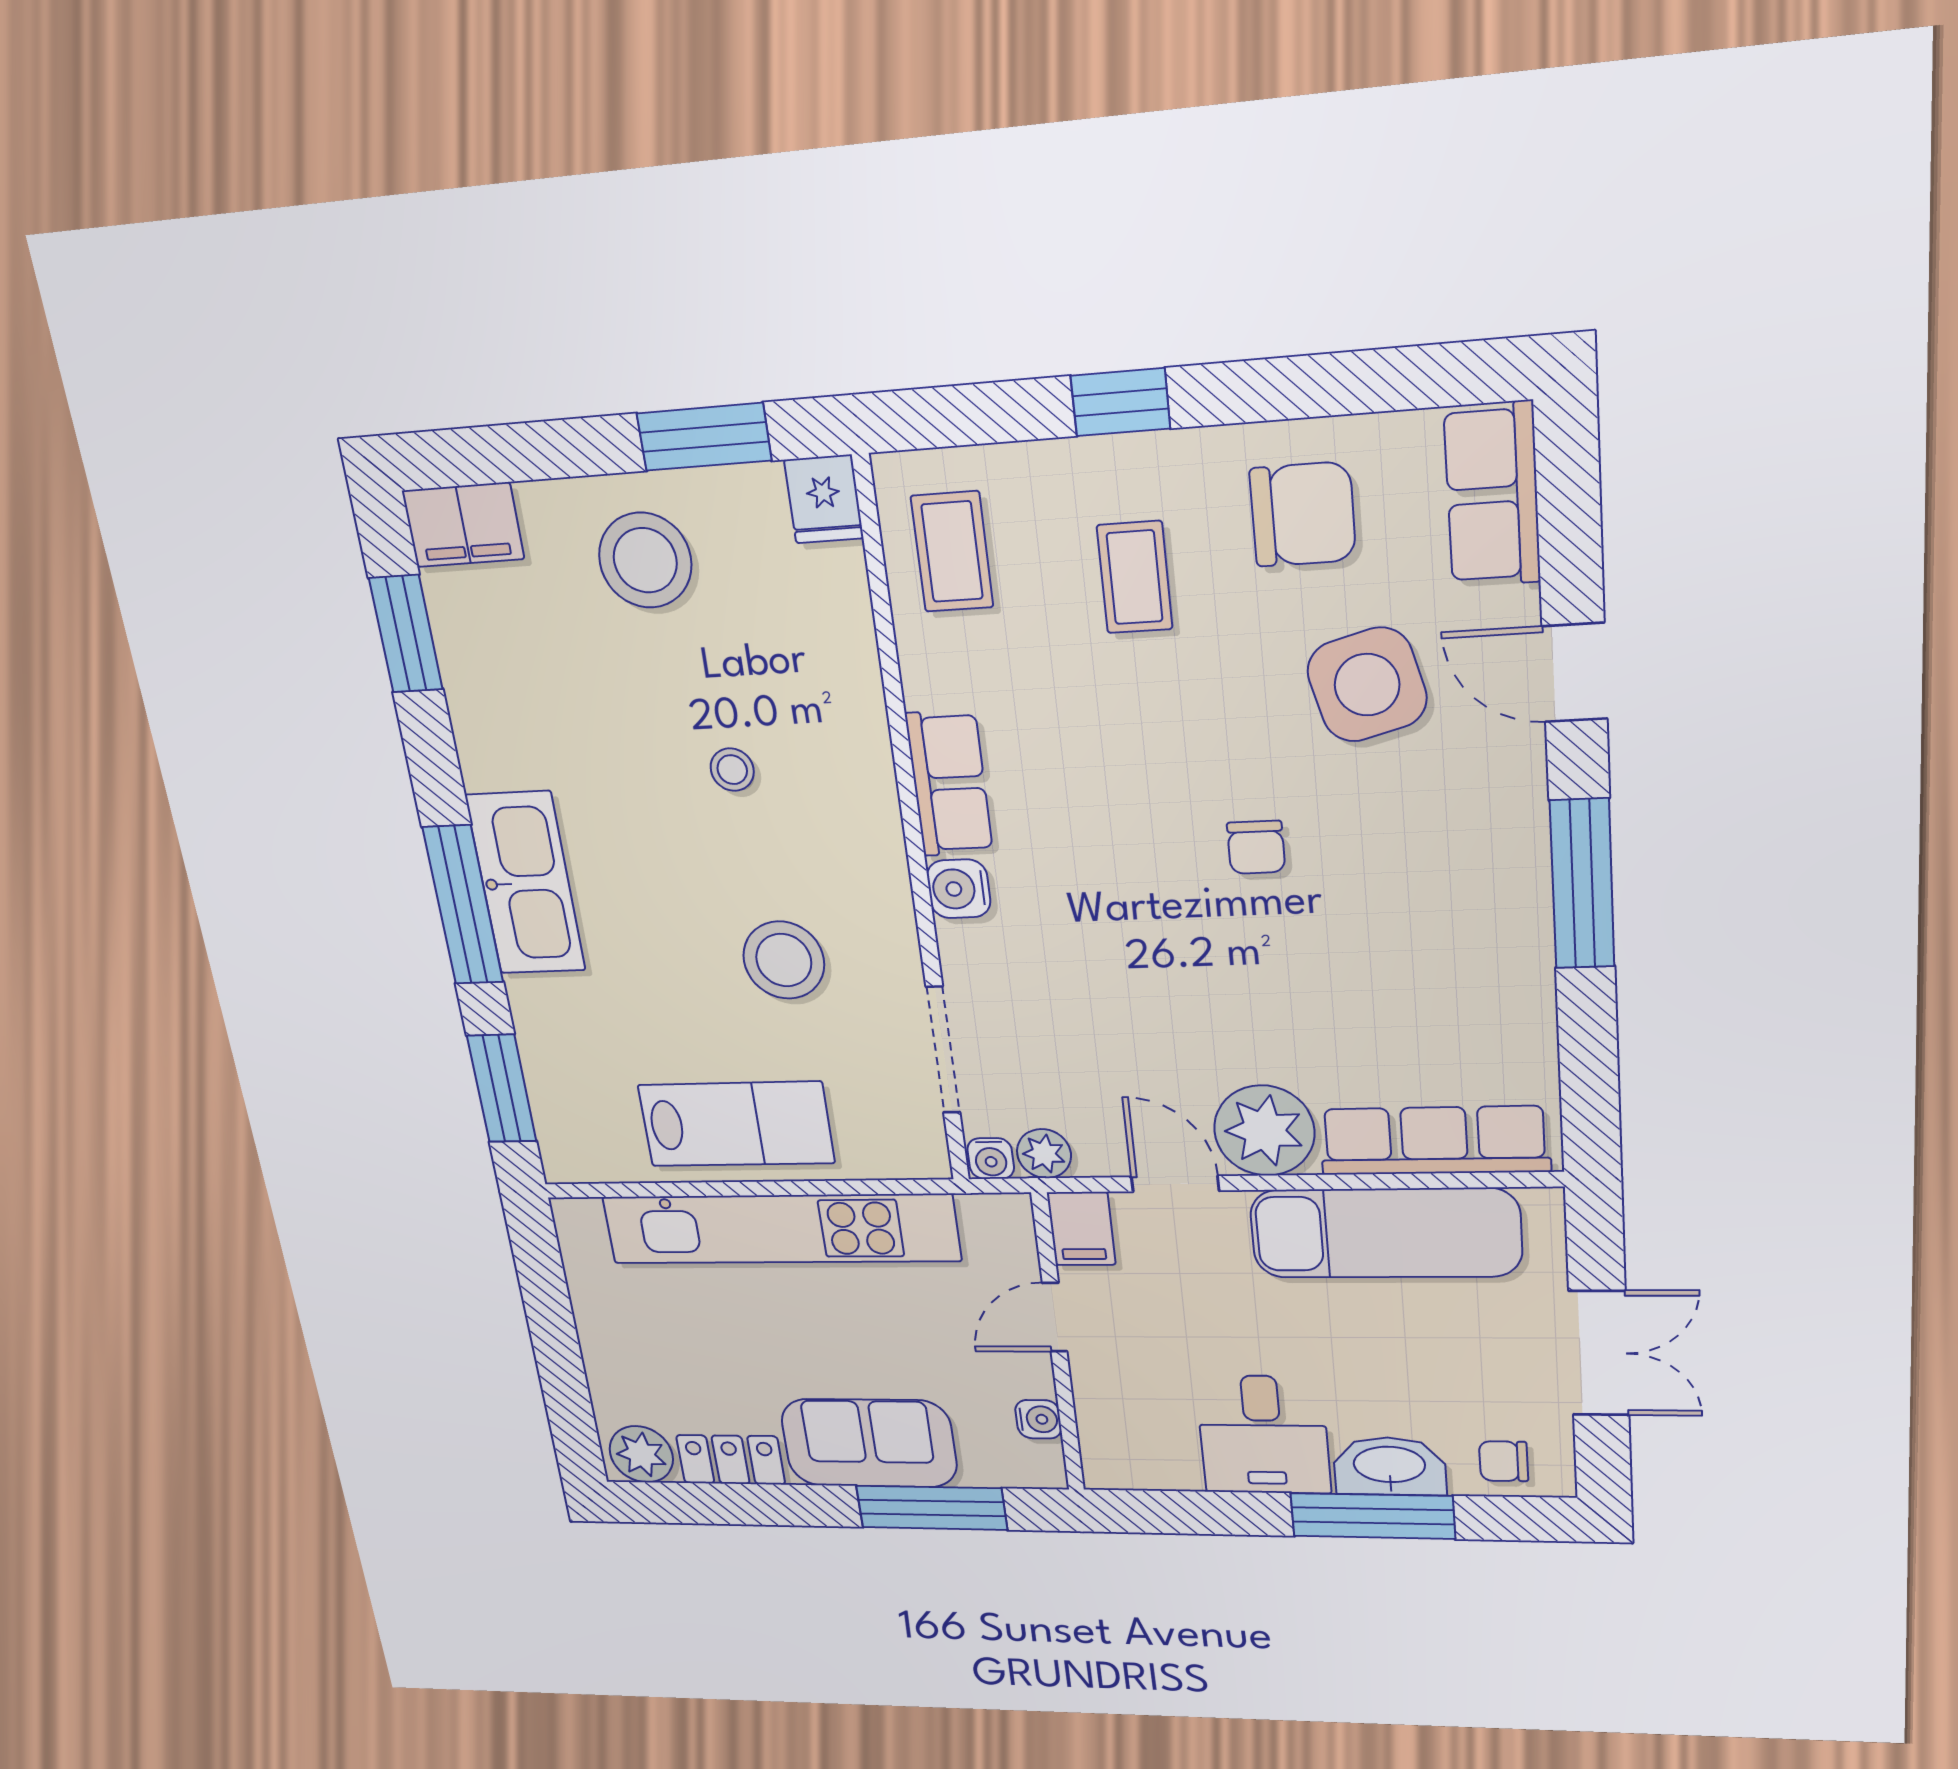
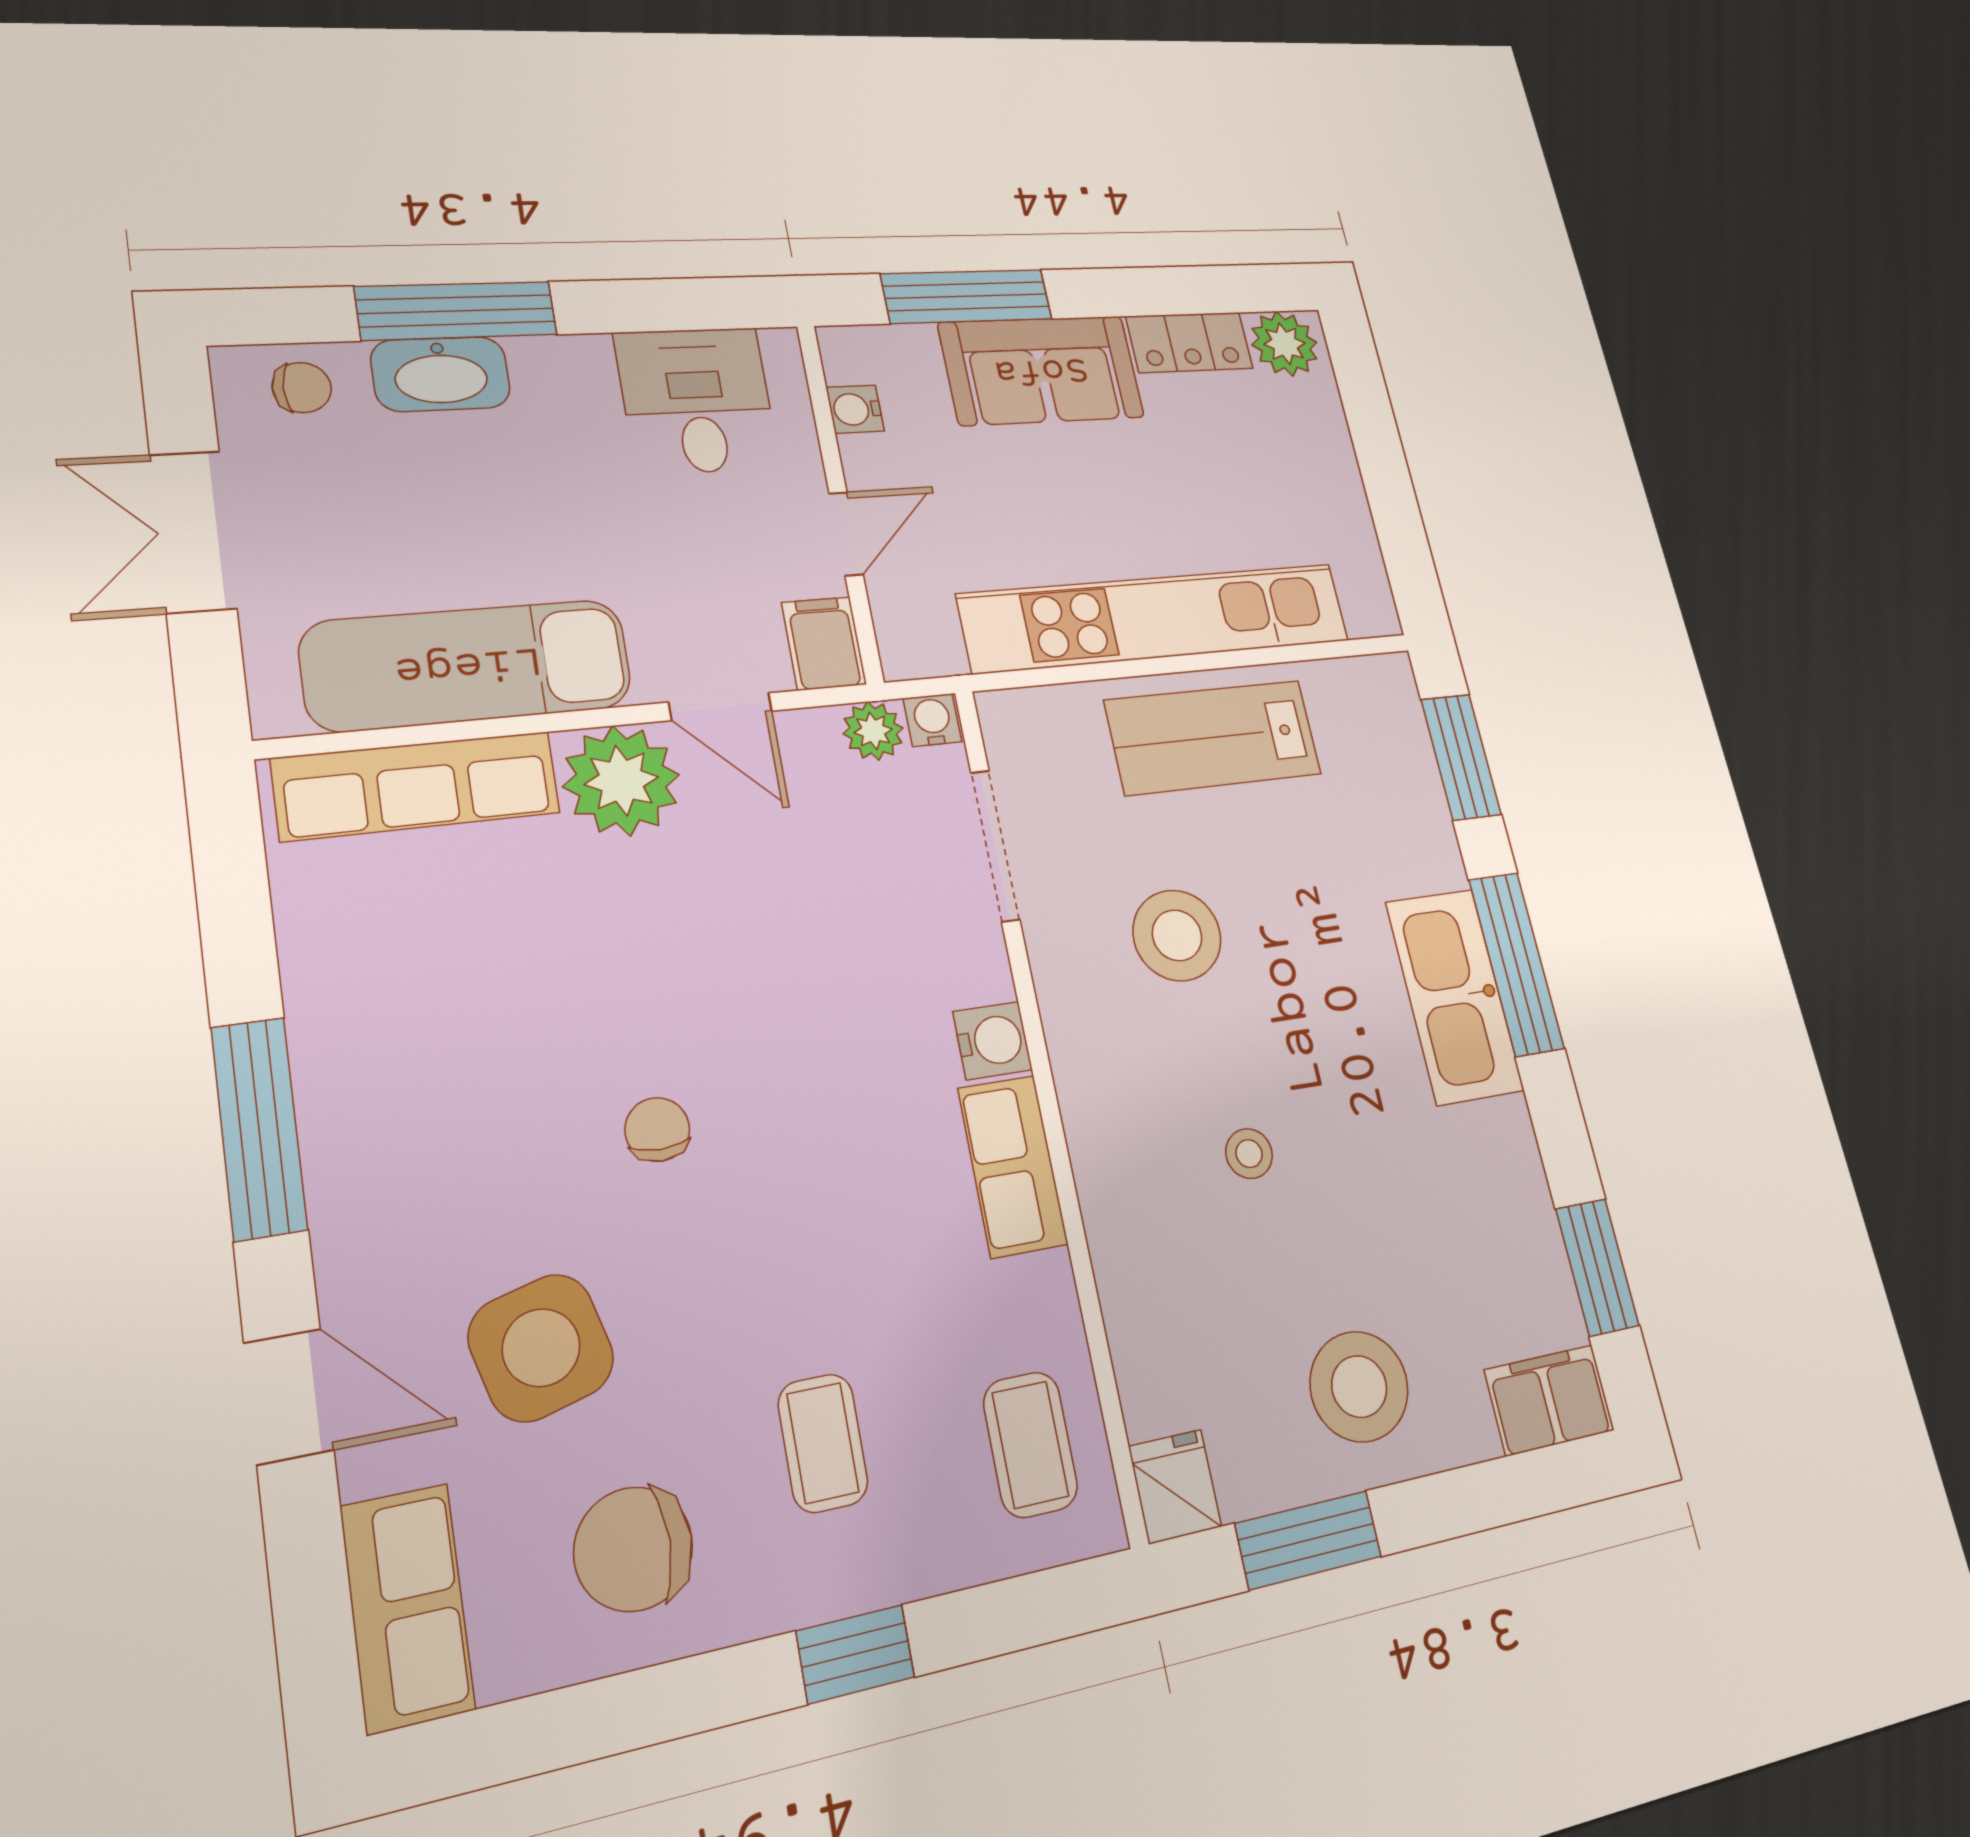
desk: (1263, 1435) -> (697, 400), moved

